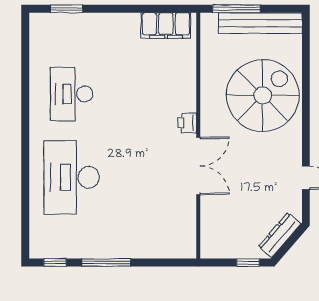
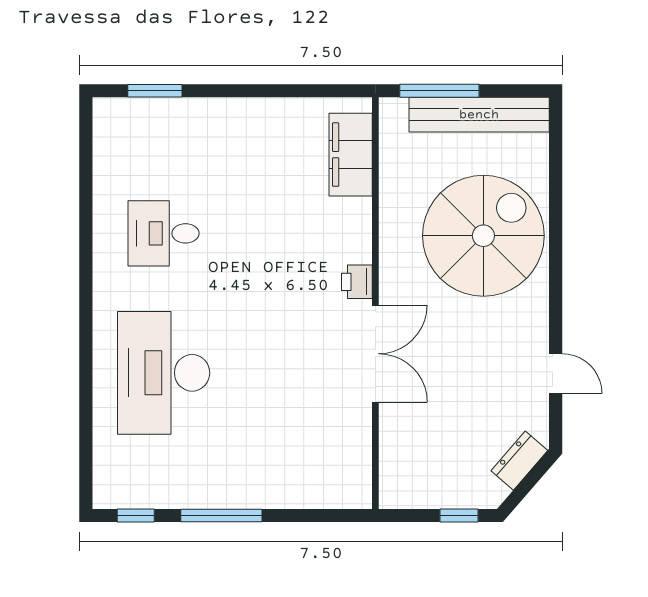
filing cabinet: (166, 26) -> (351, 155), moved, turned 90
desk: (72, 94) -> (164, 233), width x0.73
dresser: (280, 235) -> (519, 461), width x0.70

